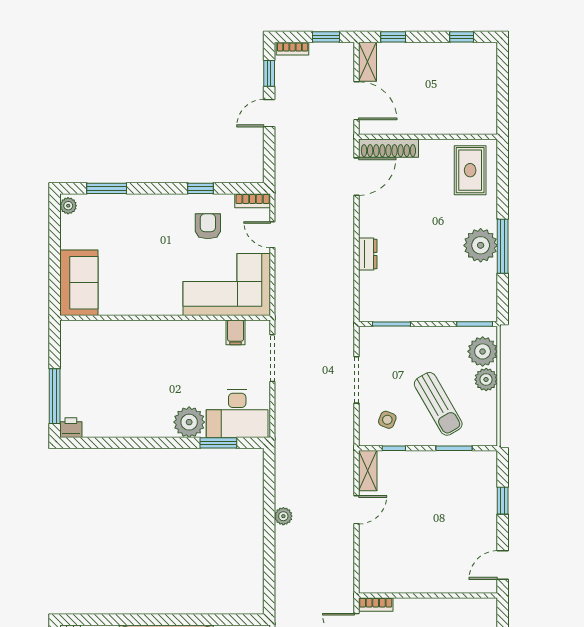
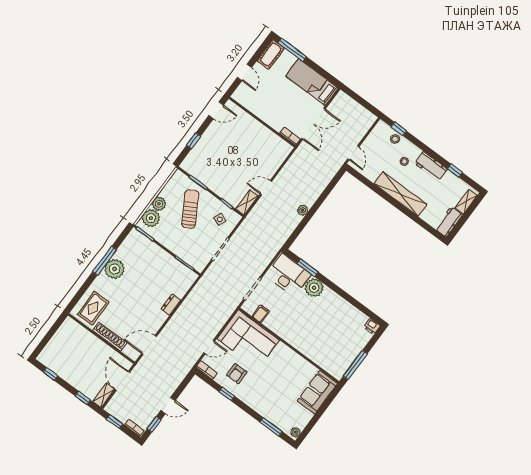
shoe rack: (388, 148) -> (110, 337), moved
door: (272, 235) -> (209, 347), hinge flipped
window: (55, 396) -> (355, 365), moved

